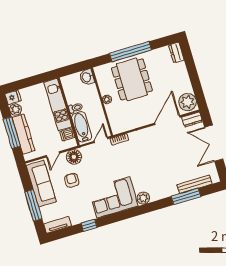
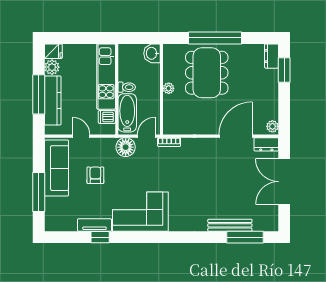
window: (189, 60) -> (284, 70), added
plant: (188, 102) -> (272, 126), width x0.53, depth x0.53
door: (53, 154) -> (81, 136), swing flipped
floor lamp: (74, 157) -> (126, 147), moved
bench: (194, 184) -> (230, 225), moved
window: (186, 196) -> (245, 237), moved
plant: (143, 198) -> (177, 224), removed
tv unit: (58, 225) -> (94, 225), moved

